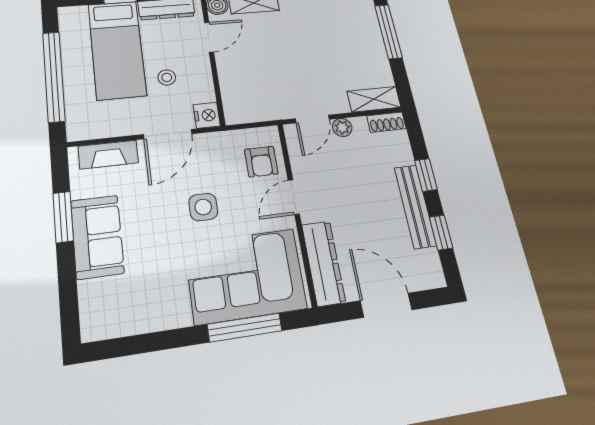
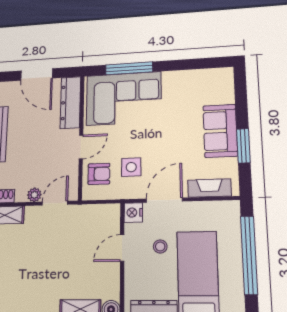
door: (209, 37) -> (122, 248), moved
armchair: (261, 162) -> (99, 174), turned 90
side table: (203, 207) -> (131, 167), moved

